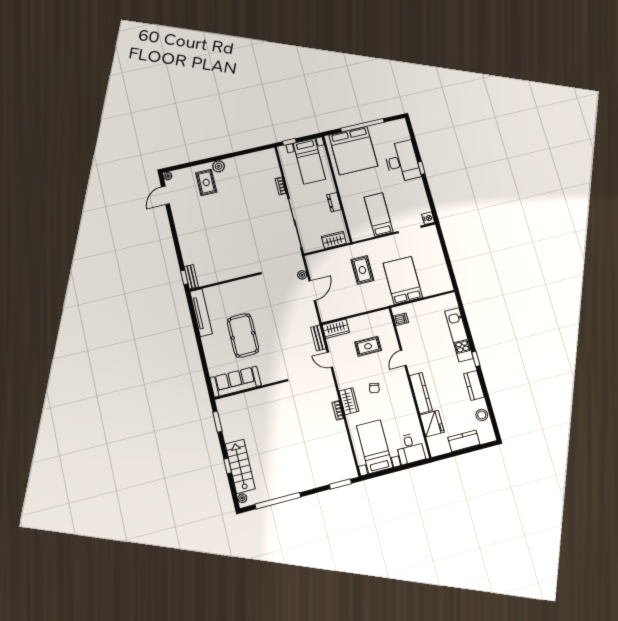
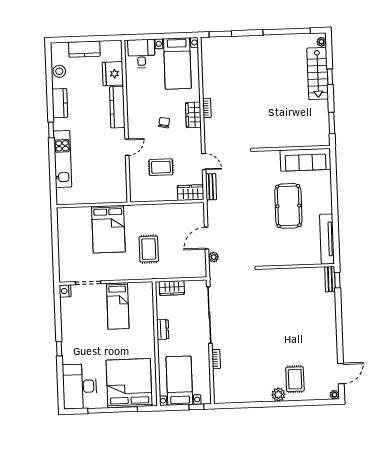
desk: (402, 161) -> (80, 386), moved
dishwasher: (401, 319) -> (120, 188), removed

